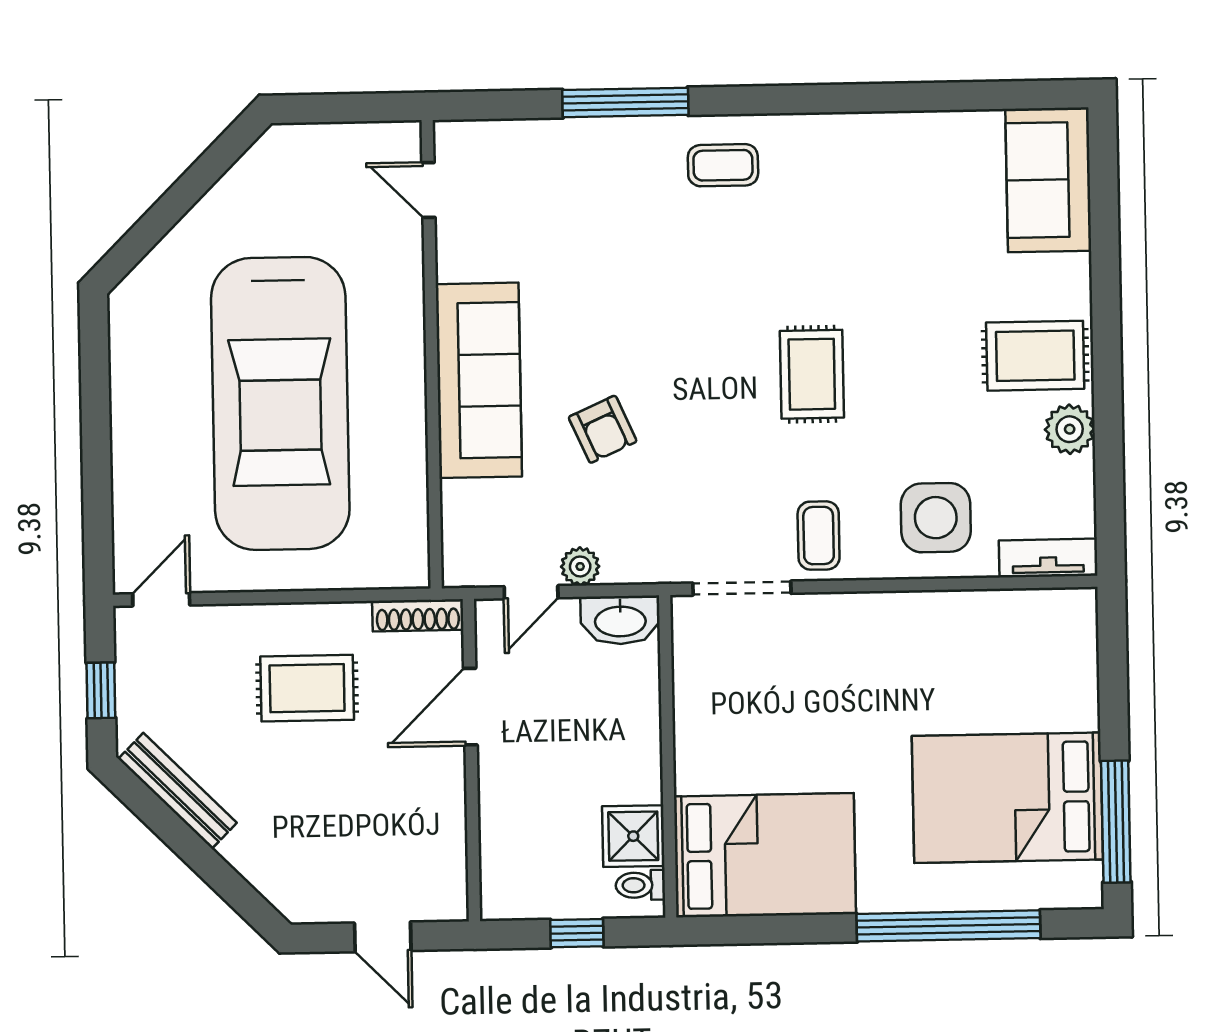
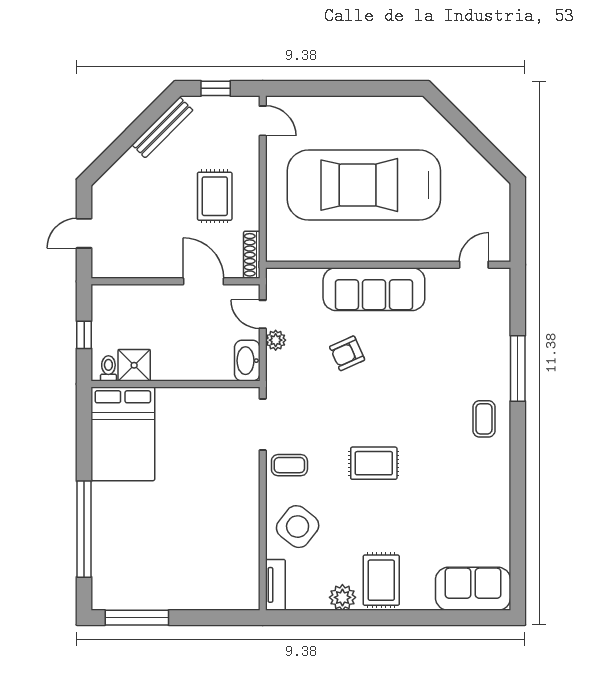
side table: (936, 518) -> (298, 527), turned 38
bed: (1007, 798) -> (150, 561), removed

